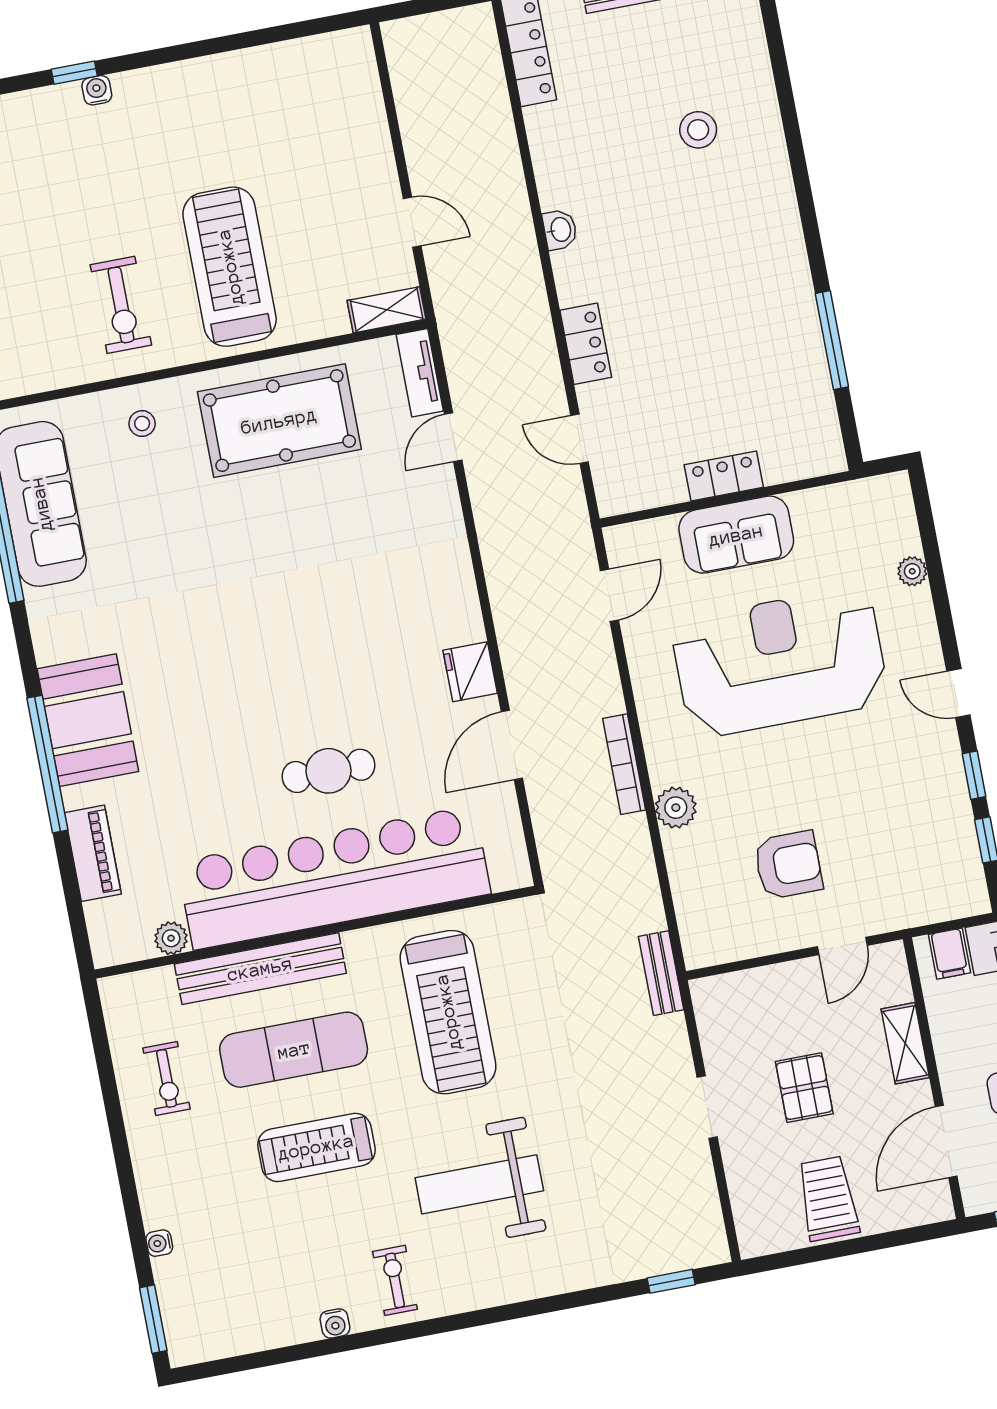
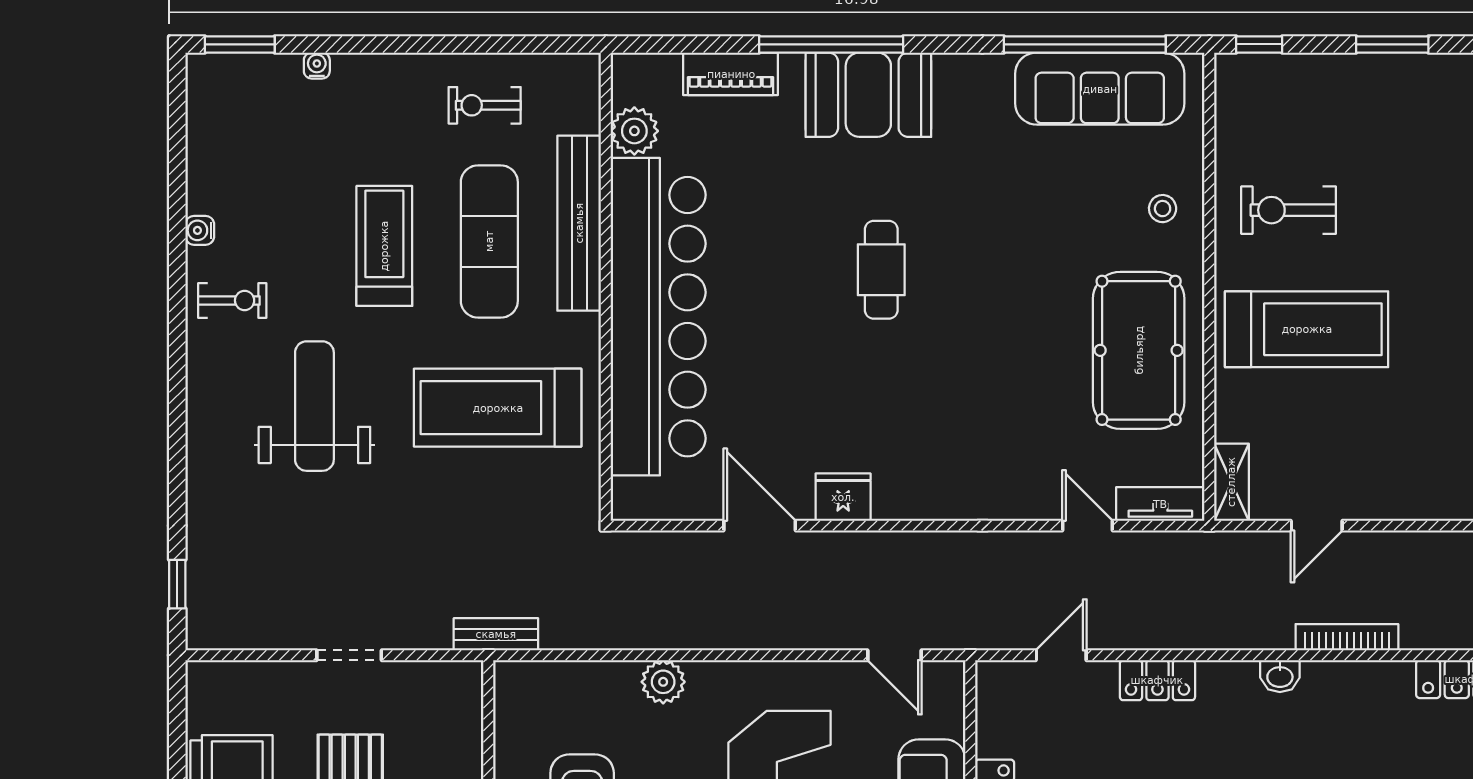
bookcase: (624, 764) -> (1347, 637), moved
cafe table: (328, 771) -> (881, 270), moved
plant: (171, 938) -> (634, 131), width x1.38, depth x1.38

